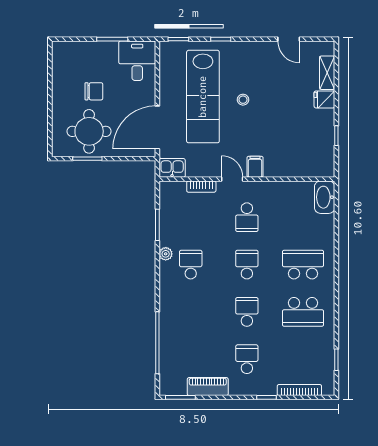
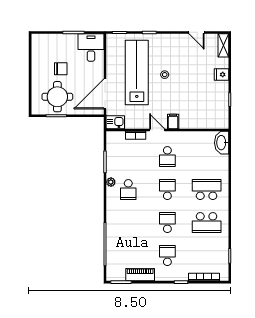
shelving: (327, 73) -> (223, 45), moved
lab bench: (203, 97) -> (137, 72), turned 180
school desk: (191, 265) -> (128, 190), turned 180

